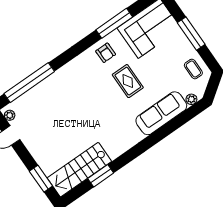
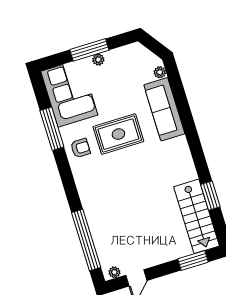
plant: (185, 44) -> (98, 60), added
coffee table: (193, 69) -> (128, 60), removed
rug: (128, 81) -> (118, 134), width x1.36, depth x1.43

